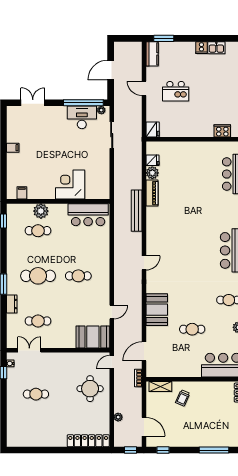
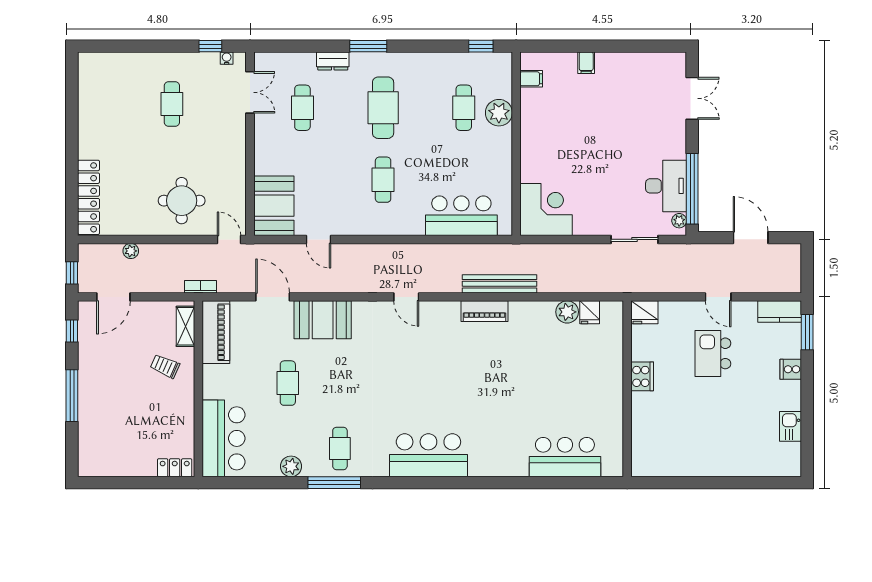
cooker: (201, 48) -> (791, 369), moved
door: (144, 88) -> (718, 297), swing flipped
cooker: (222, 131) -> (642, 376), moved
filing cabinet: (13, 148) -> (586, 63), moved
corner desk: (70, 185) -> (546, 210), moved
piano: (152, 193) -> (484, 311), moved
bar counter: (88, 215) -> (461, 216), moved, turned 90
door: (144, 351) -> (273, 297), moved
piano: (164, 369) -> (216, 332), added
window: (214, 450) -> (72, 396), moved

